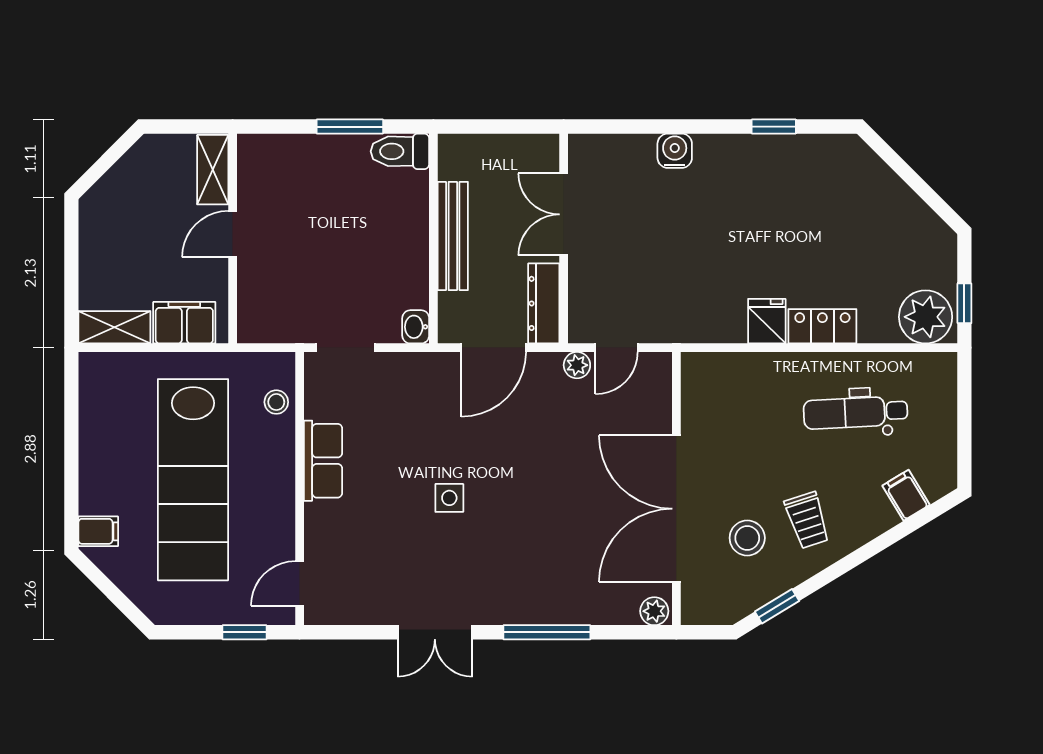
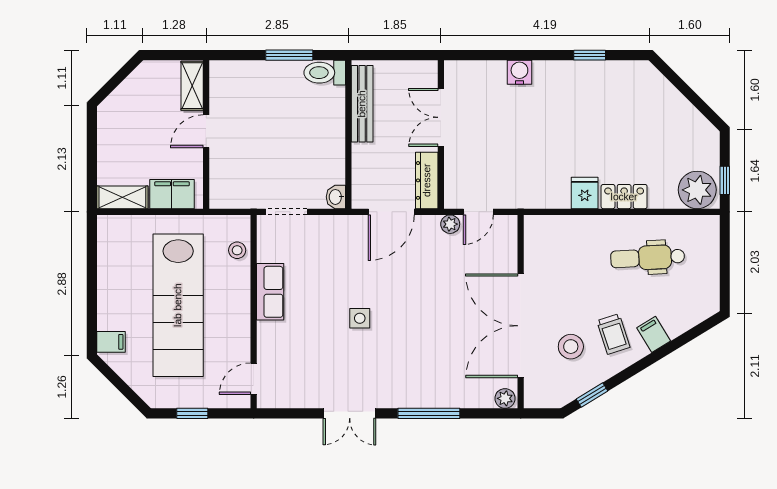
bench: (453, 236) -> (362, 104), moved
filing cabinet: (906, 495) -> (654, 334), moved
window: (245, 632) -> (192, 413), moved

